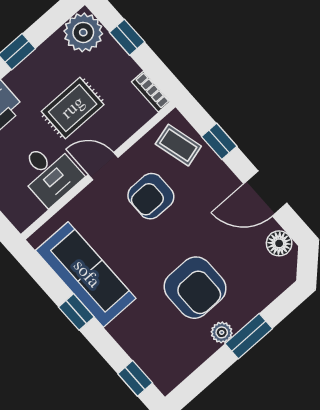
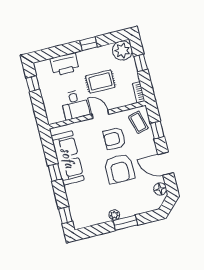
armchair: (195, 288) -> (119, 169), moved

